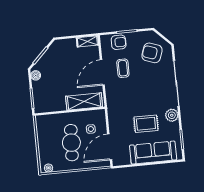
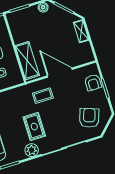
shelving: (87, 41) -> (81, 31), moved
coffee table: (123, 68) -> (43, 96), moved
rug: (146, 124) -> (34, 127), moved

